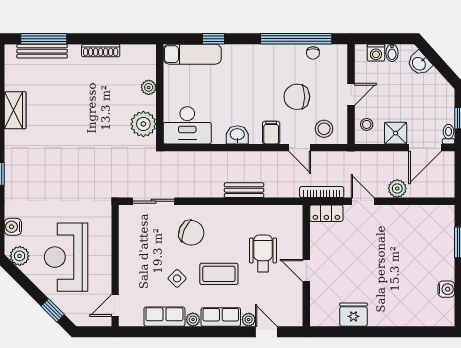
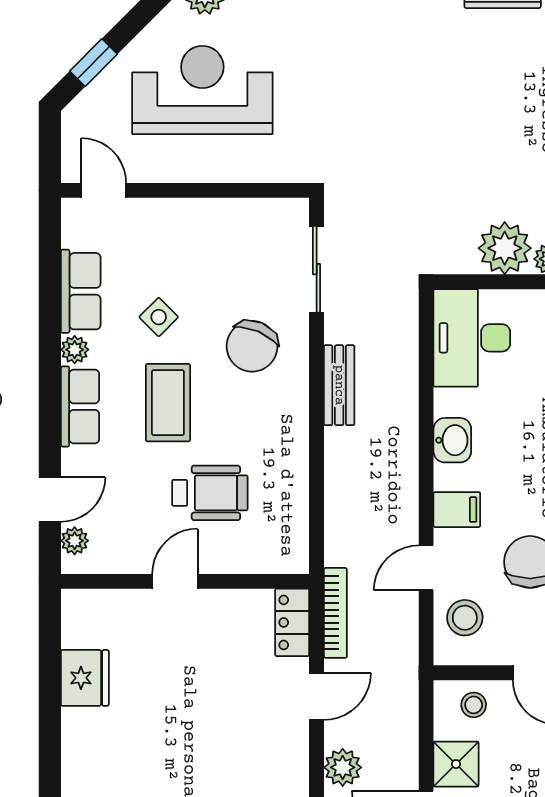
plant: (143, 124) -> (505, 248), moved
bench: (244, 190) -> (339, 385), moved
plant: (249, 320) -> (75, 541), moved

